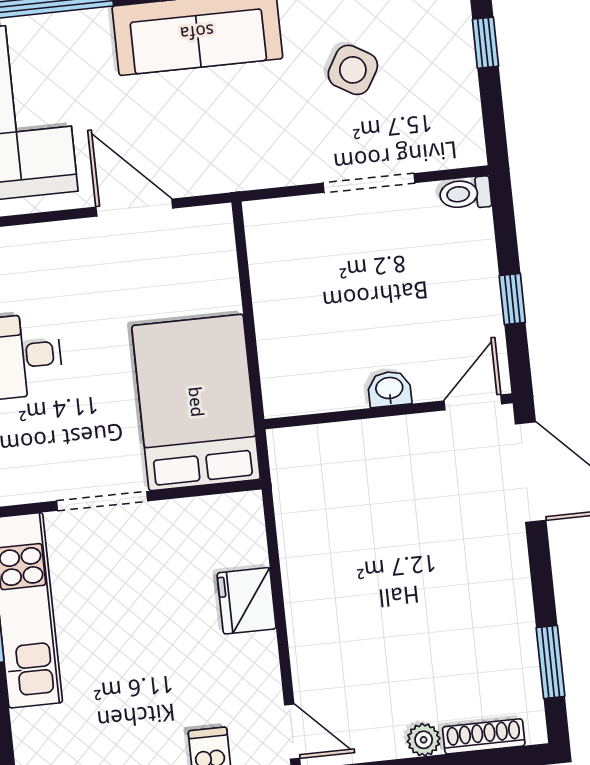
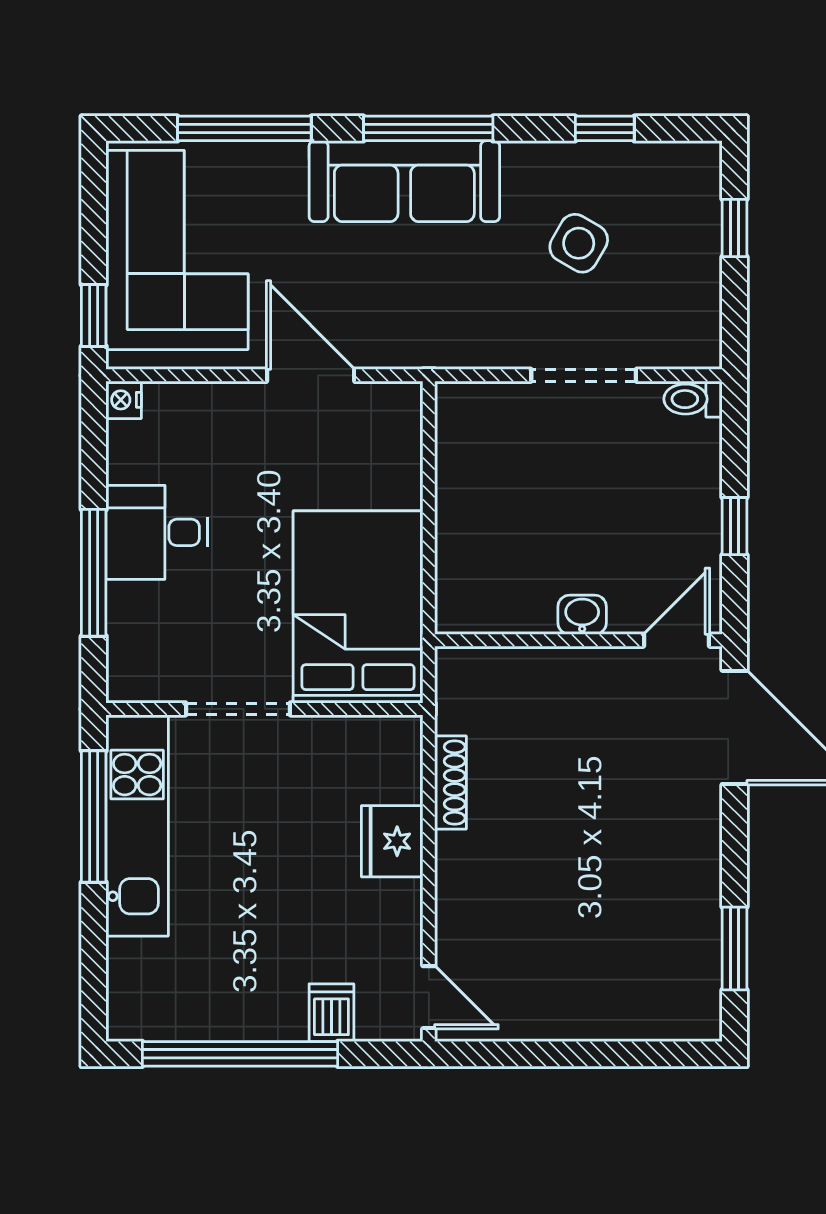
shoe rack: (484, 736) -> (451, 783), moved, turned 90
plant: (424, 740) -> (579, 1023), removed

